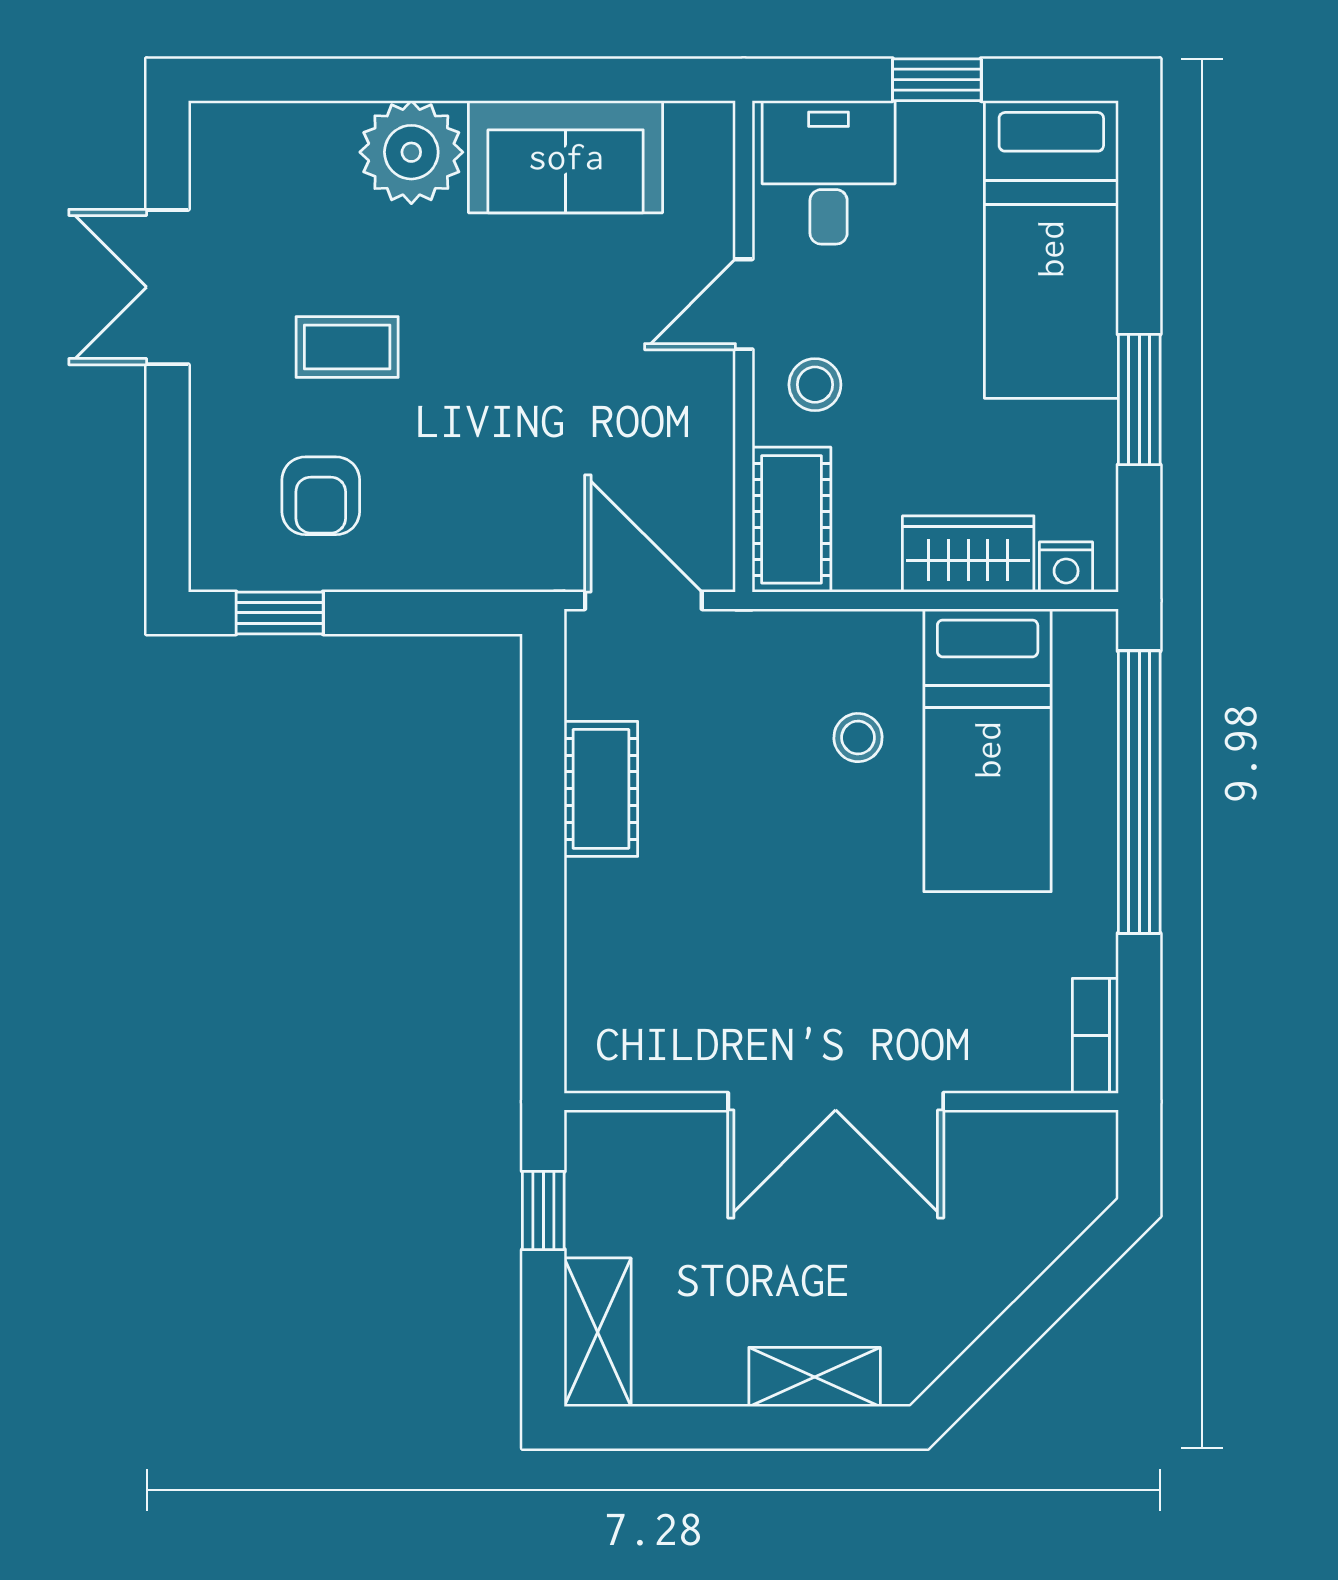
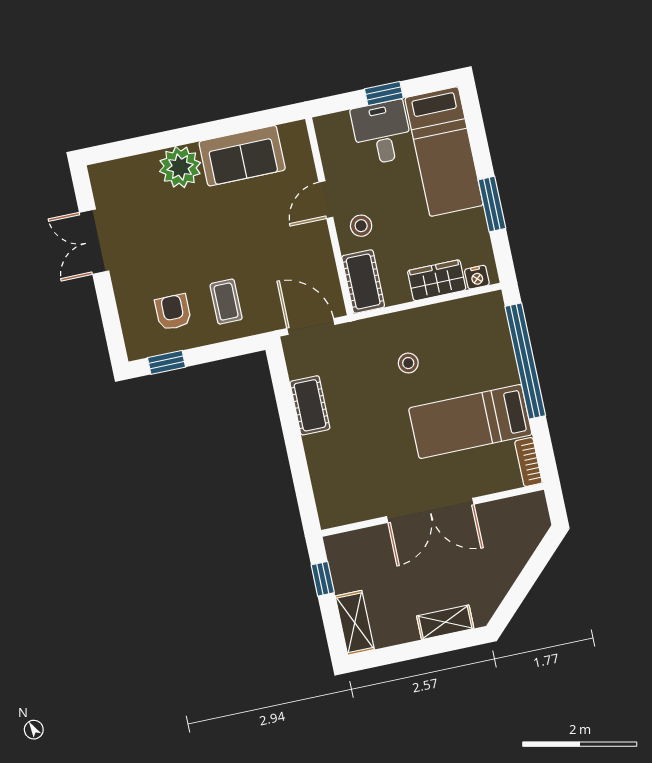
desk: (829, 172) -> (382, 133), moved
coffee table: (347, 347) -> (226, 302), moved, turned 90
armchair: (321, 496) -> (173, 312), turned 180
bed: (988, 750) -> (470, 421), moved, turned 90

